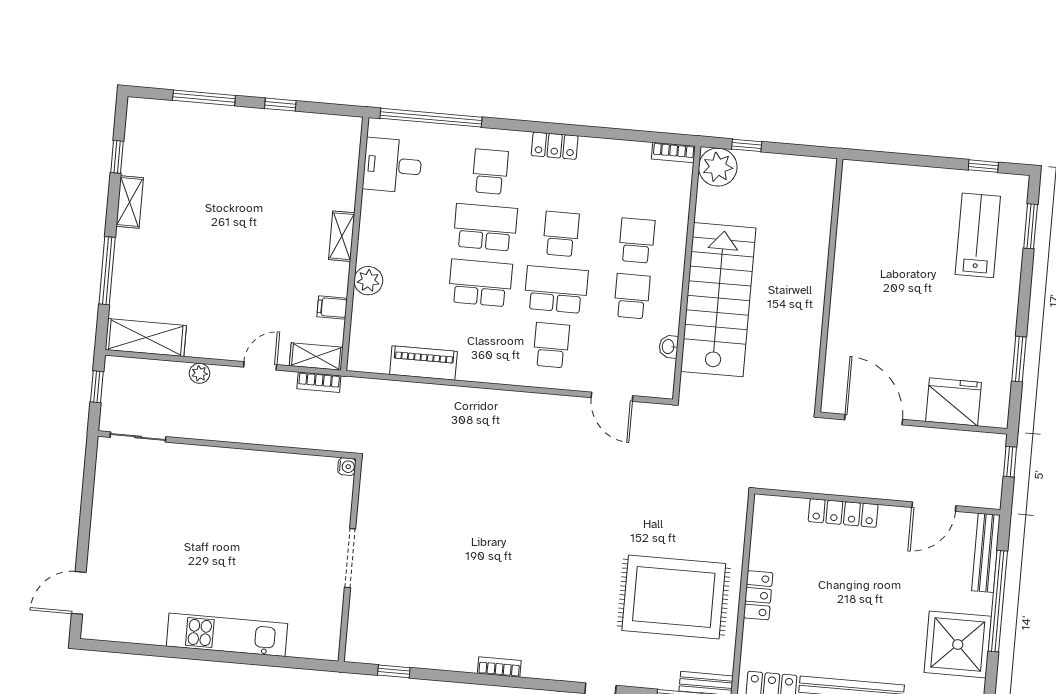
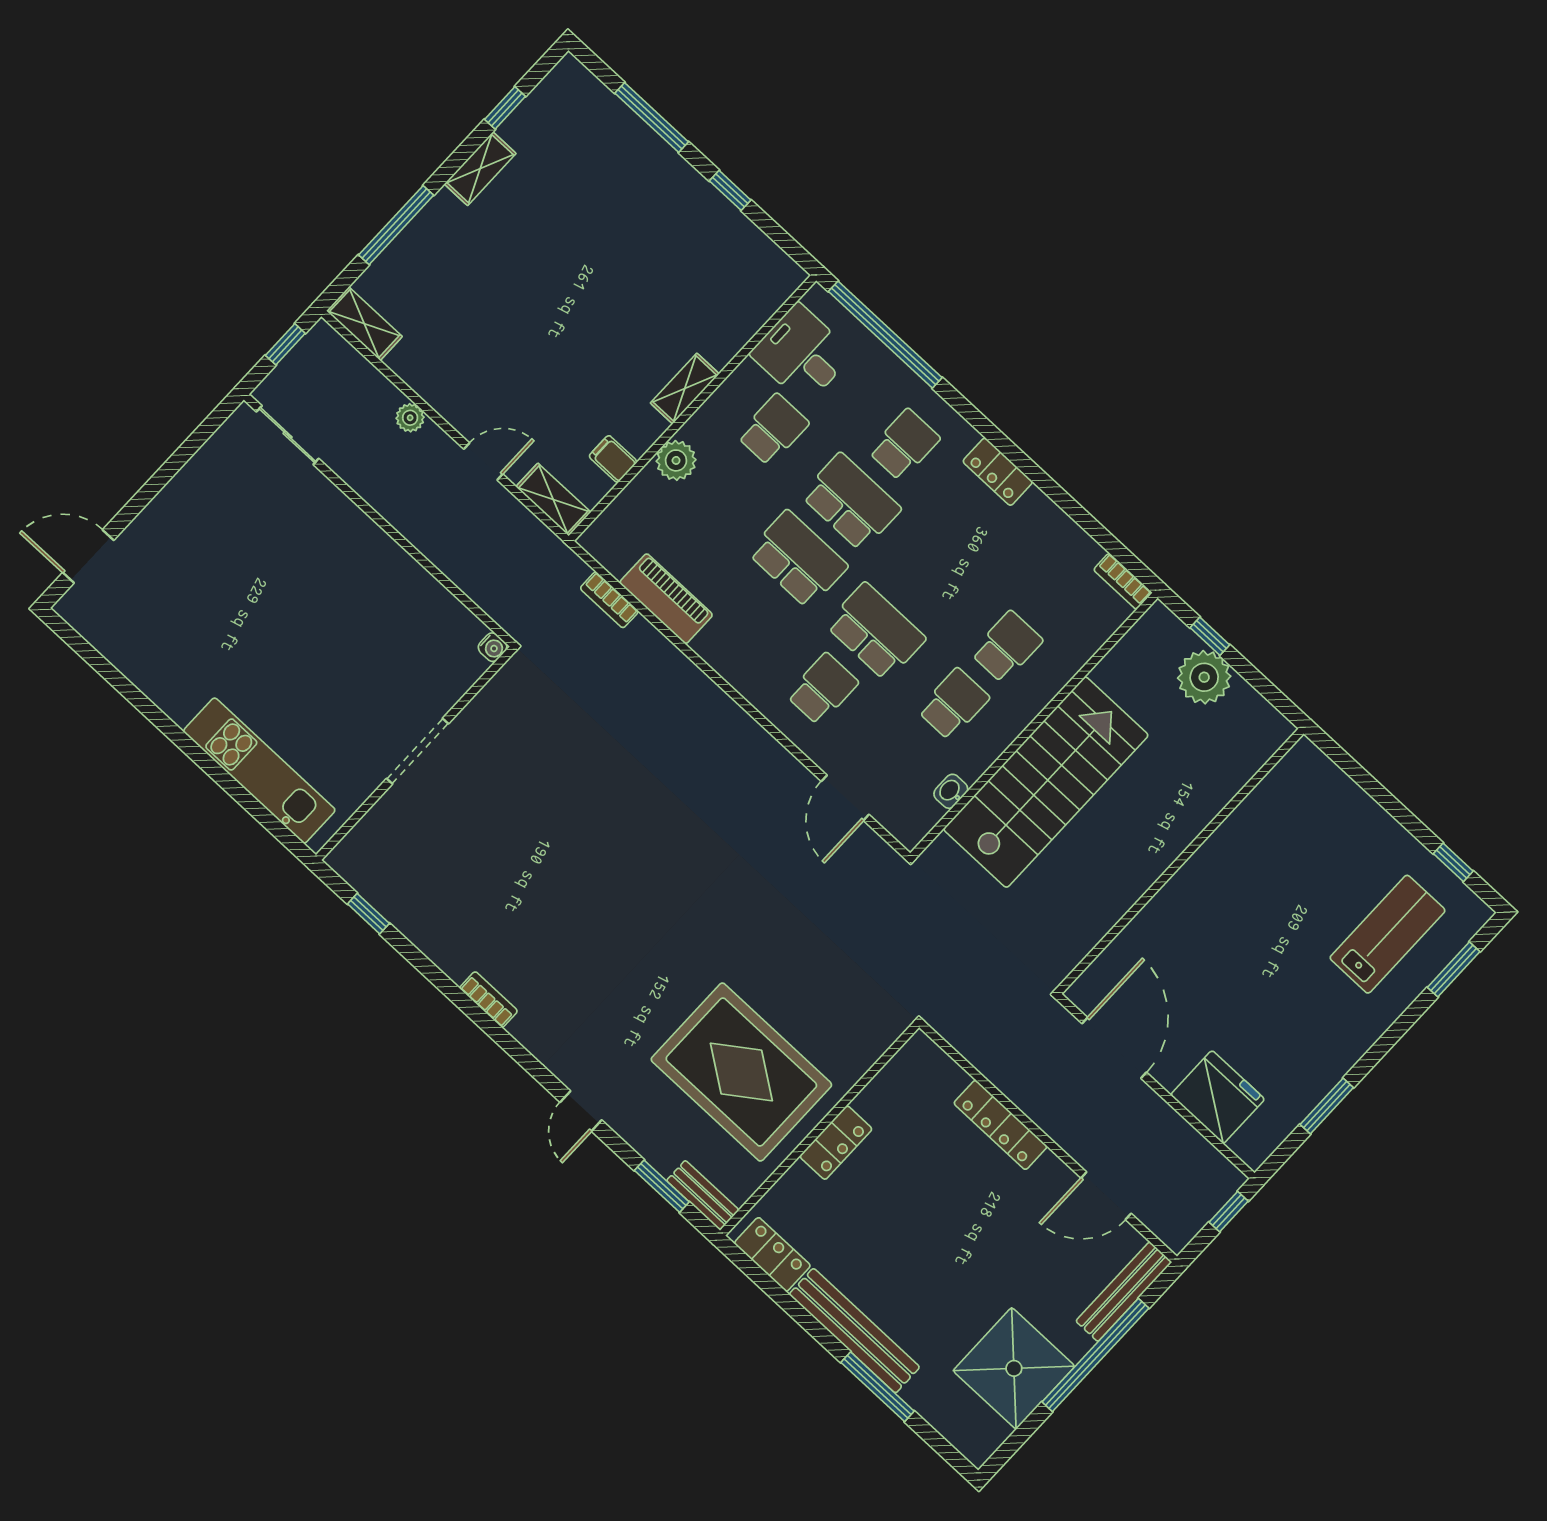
plant: (718, 167) -> (1204, 677), moved
school desk: (561, 234) -> (773, 430), moved
shelving: (146, 338) -> (364, 324), width x0.67, depth x0.75
bookcase: (319, 382) -> (609, 600), moved
kitchen unit: (227, 635) -> (259, 771), moved

